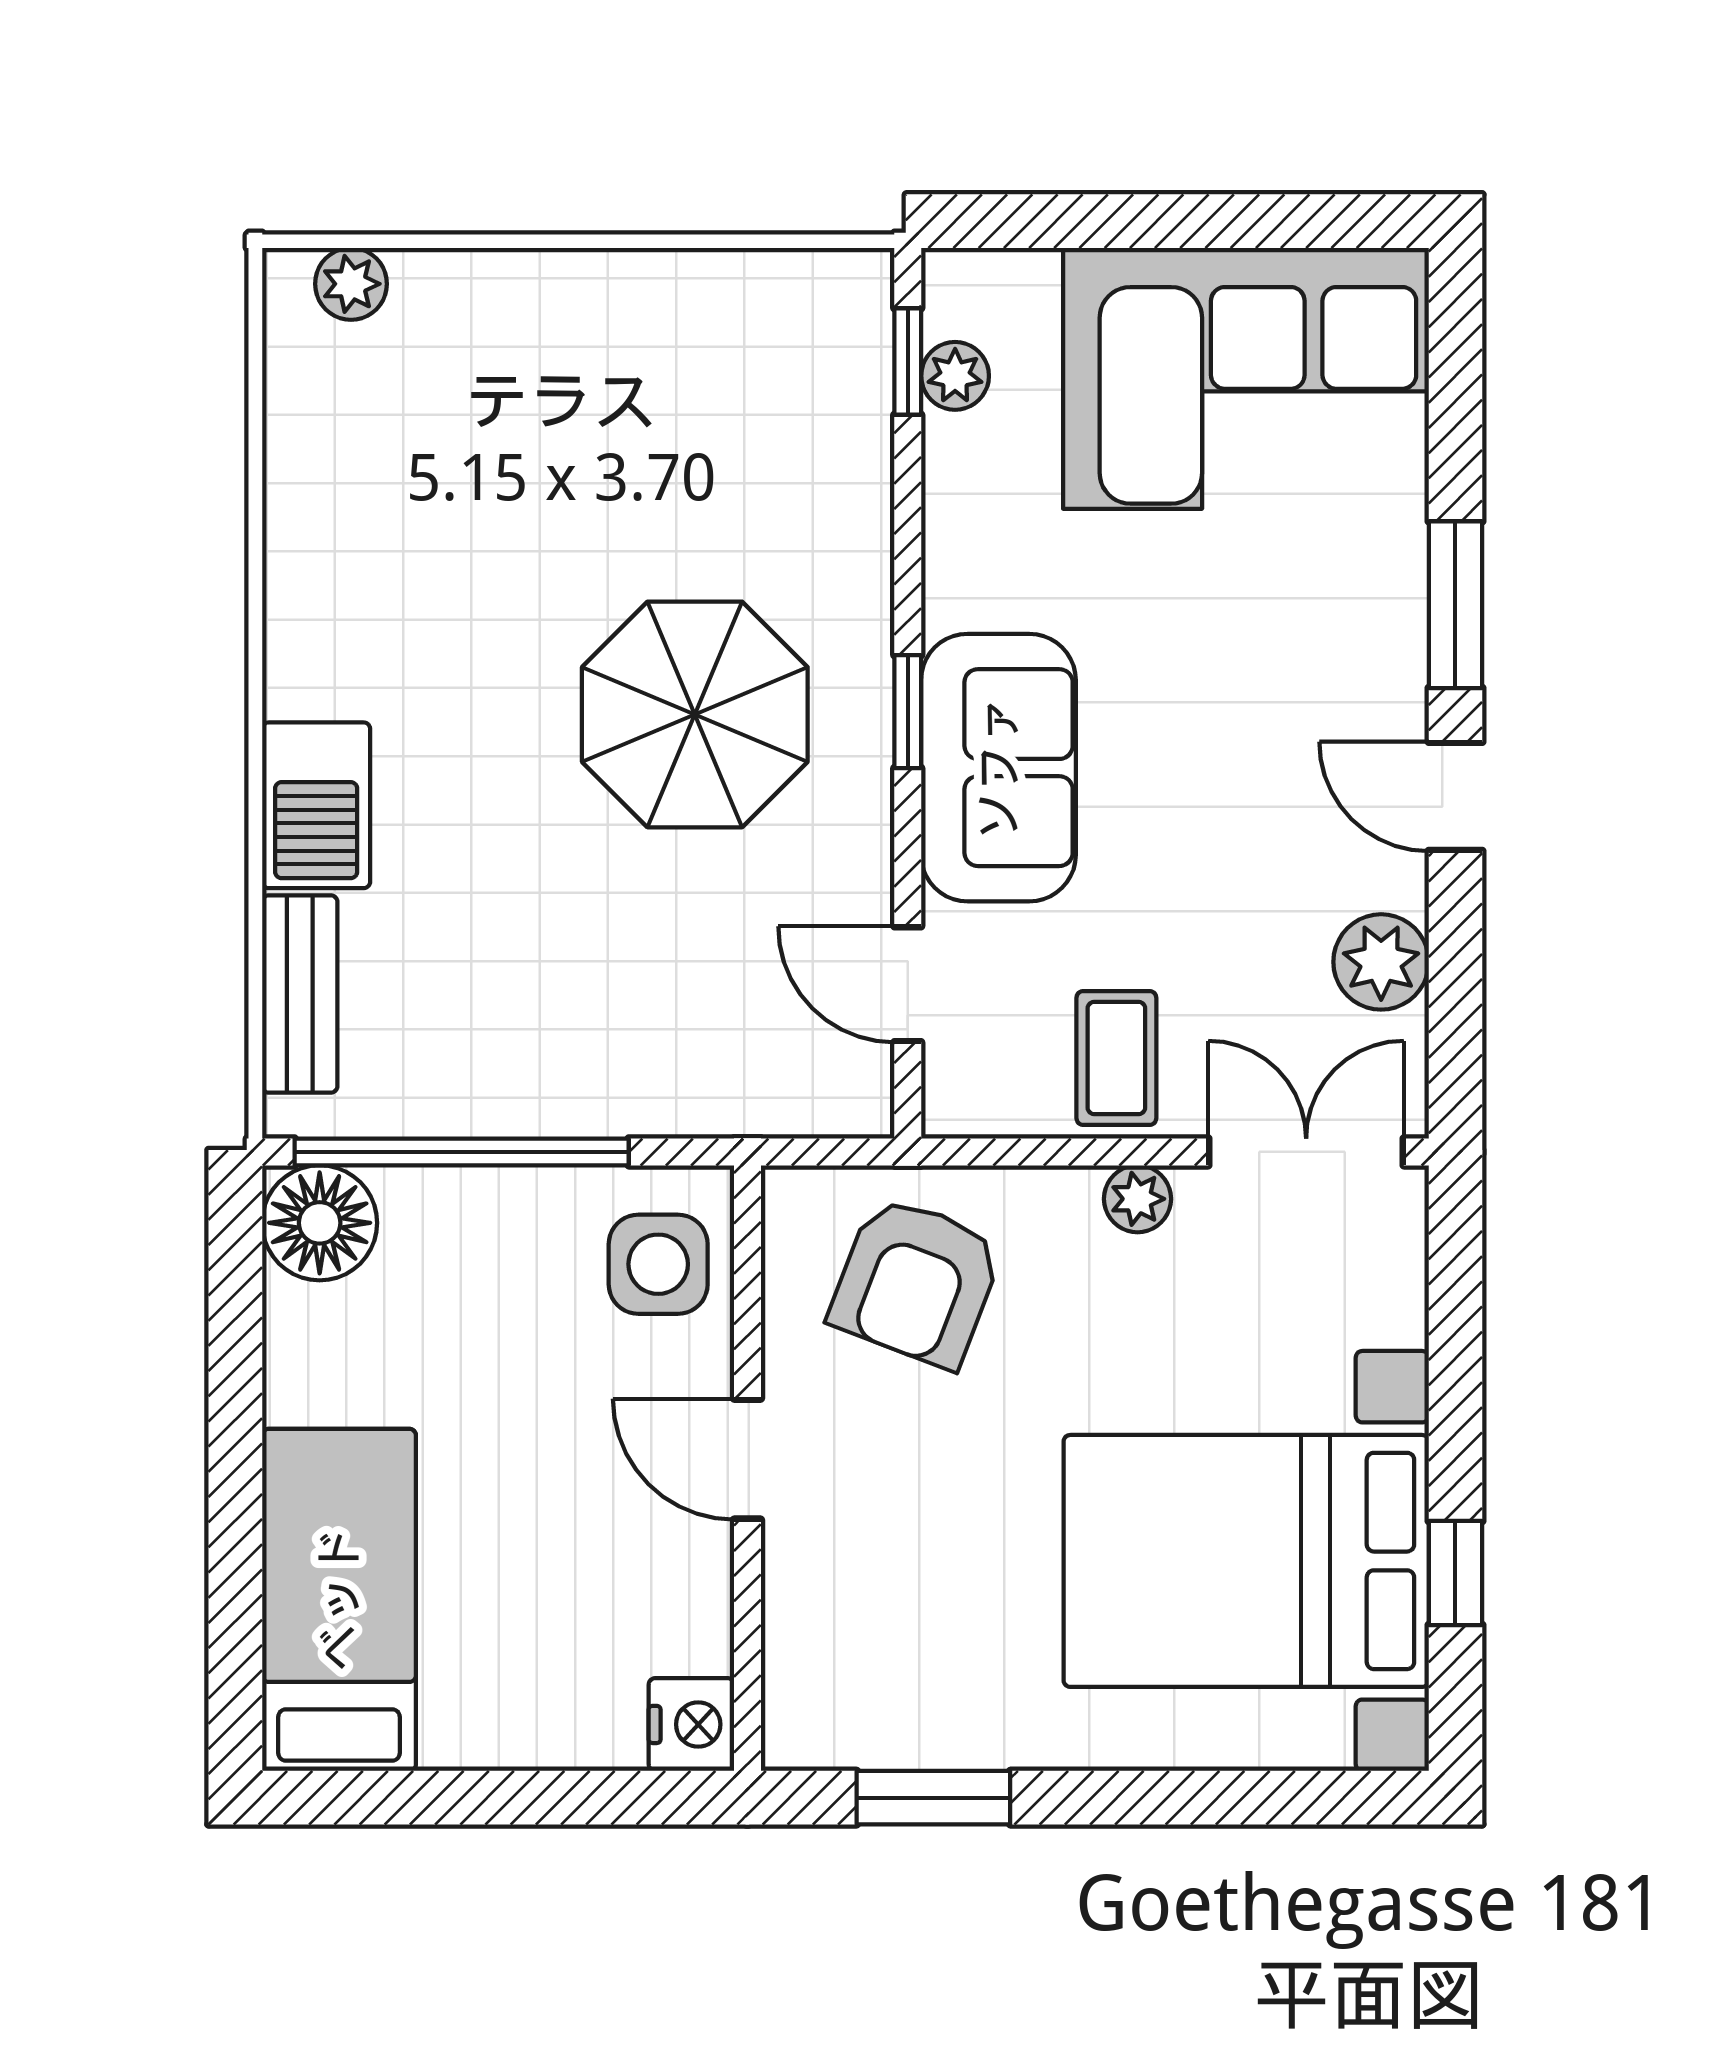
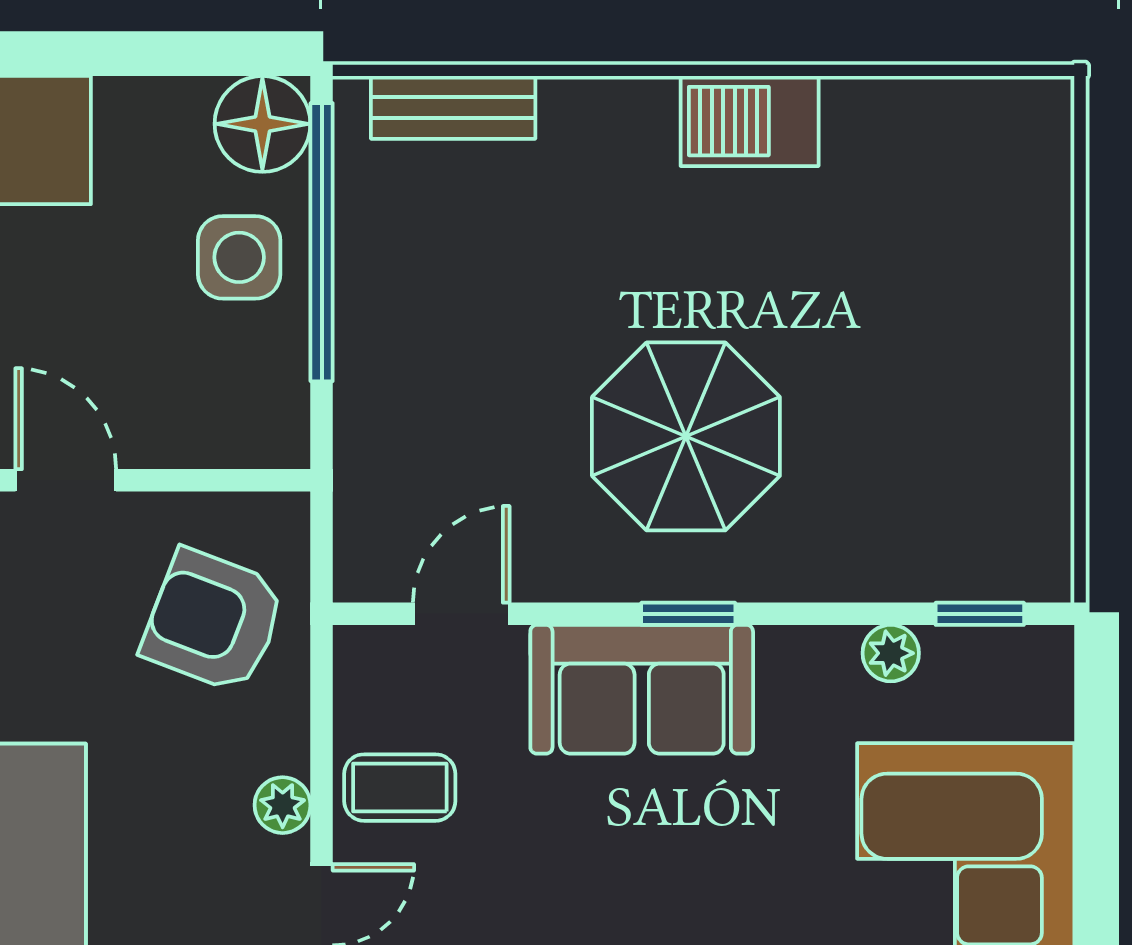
plant: (351, 284) -> (1045, 150), removed
plant: (955, 376) -> (891, 653), moved
barbecue: (316, 805) -> (750, 121), moved
side table: (658, 1264) -> (239, 257), moved
door: (747, 1459) -> (66, 480), hinge flipped

